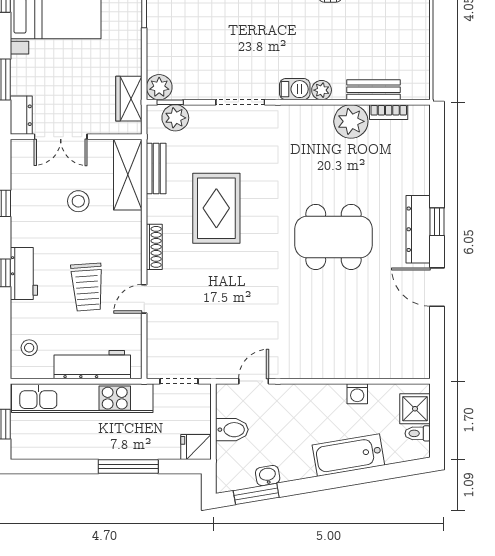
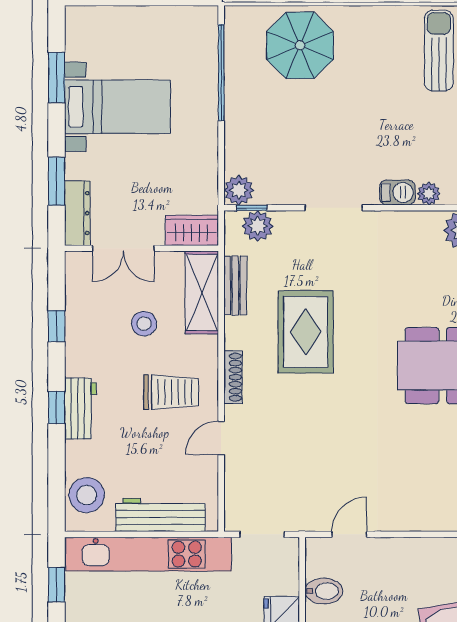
wardrobe: (129, 99) -> (192, 230), moved, turned 90
dresser: (21, 115) -> (77, 213), width x1.44
trolley: (87, 287) -> (171, 392), moved, turned -86
stool: (29, 348) -> (87, 495), width x1.89, depth x1.89

